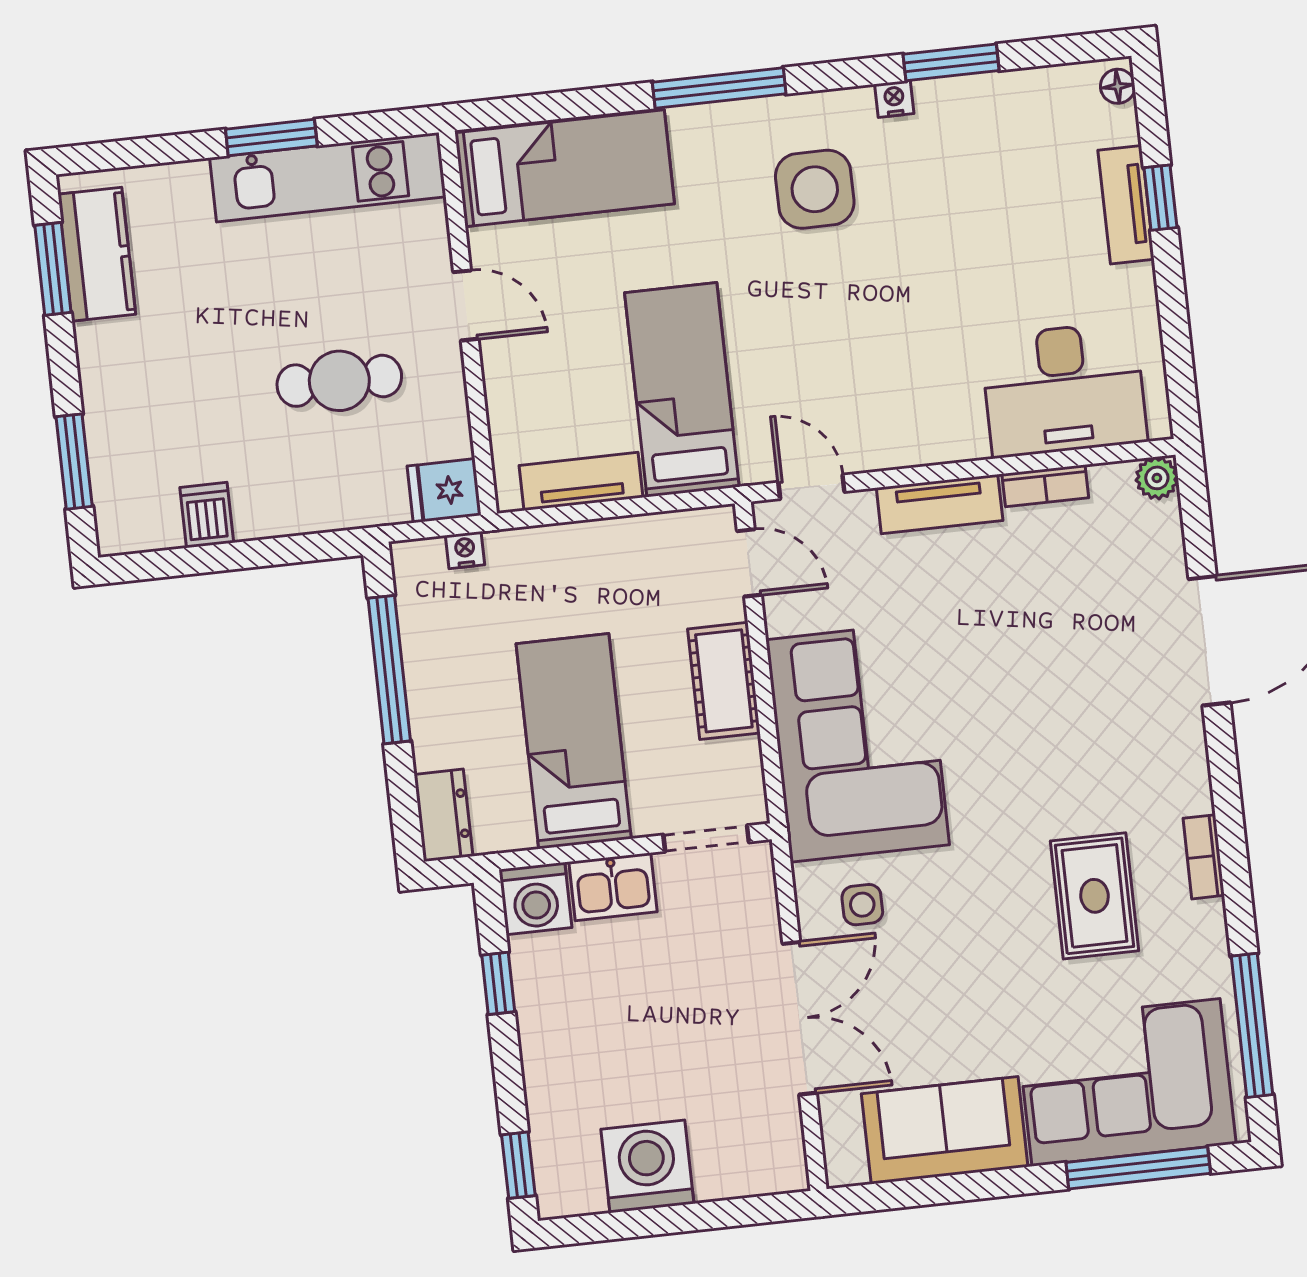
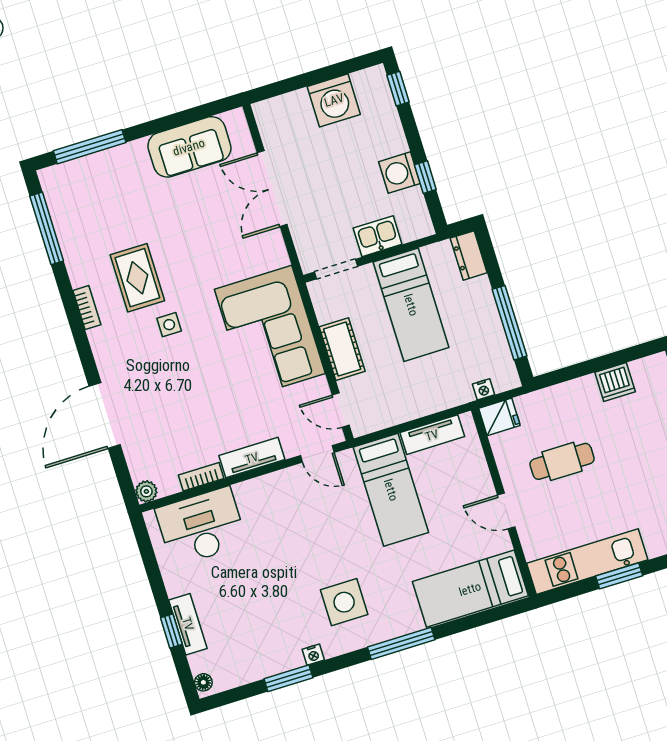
dishwasher: (207, 515) -> (615, 382), width x1.38
washing machine: (535, 898) -> (399, 173), moved, turned -90
side table: (862, 905) -> (169, 325), moved
corner sofa: (1126, 1082) -> (104, 188), removed

